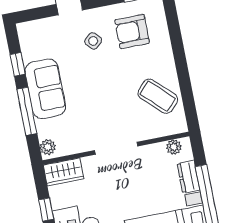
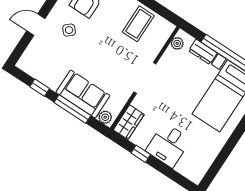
sofa: (45, 89) -> (83, 94), moved
coffee table: (158, 96) -> (138, 24), turned -44

